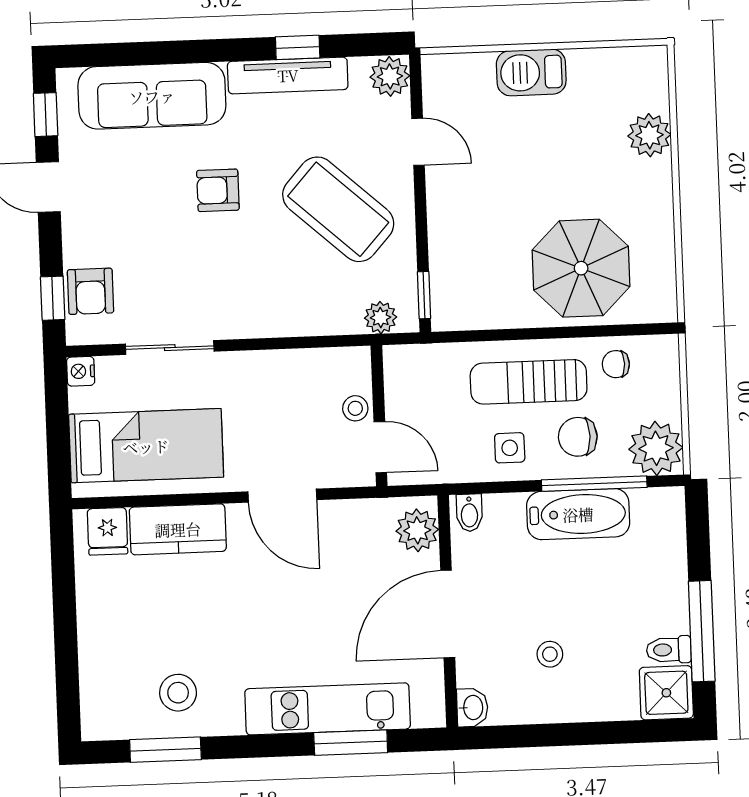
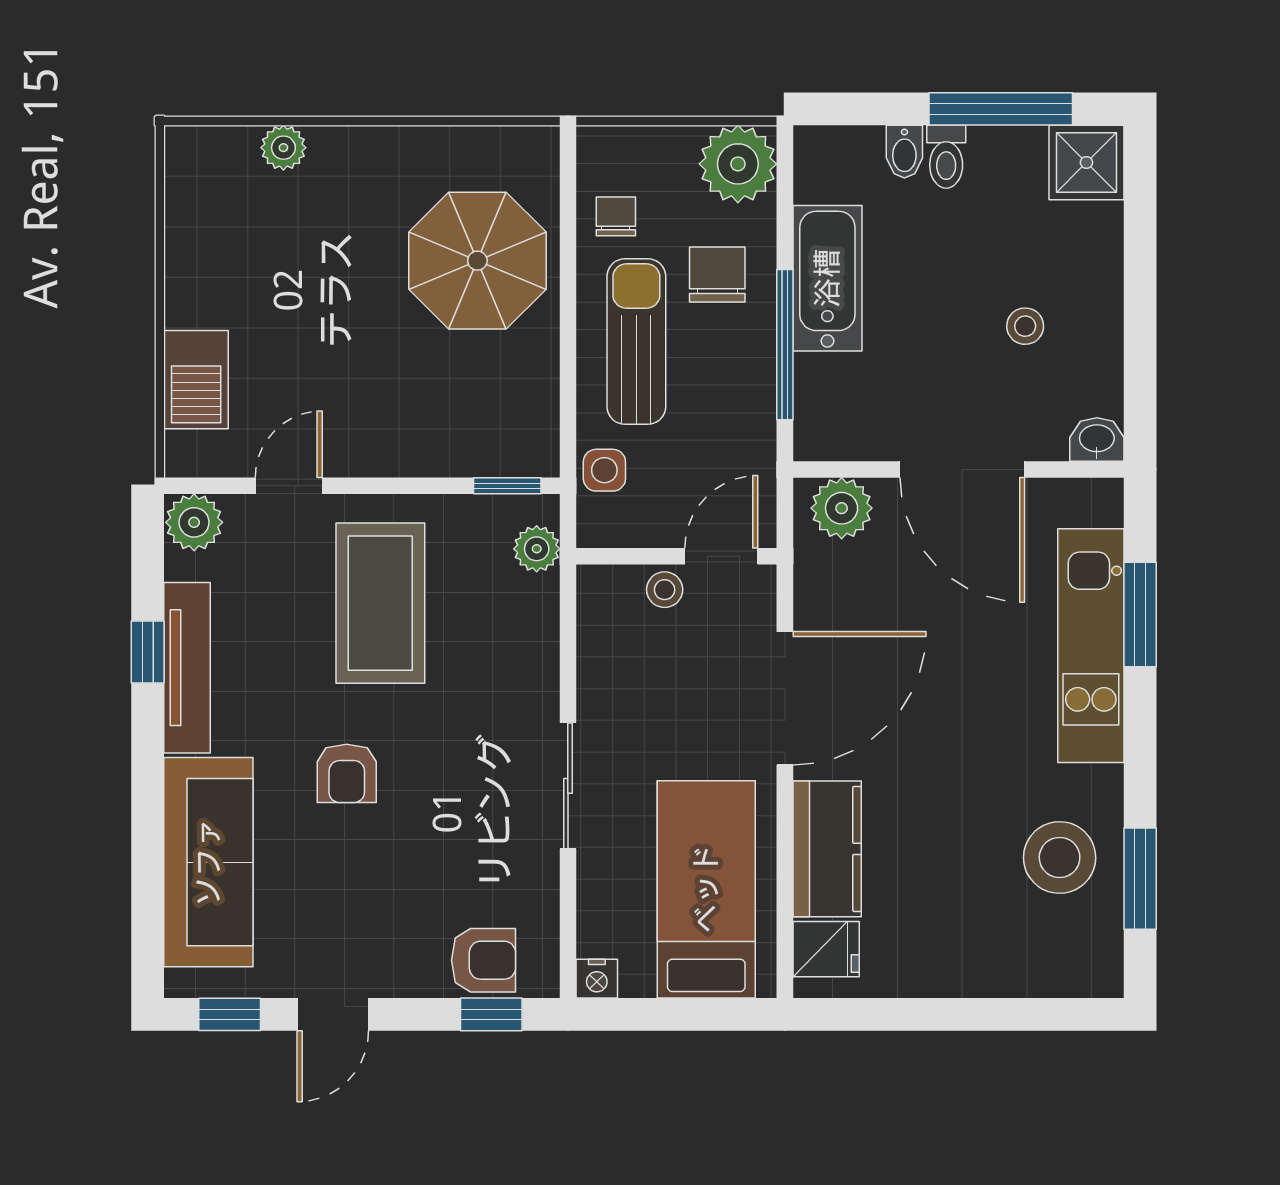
barbecue: (531, 72) -> (196, 380), moved
plant: (649, 135) -> (283, 148), width x0.73, depth x0.73
coffee table: (338, 209) -> (380, 603), turned -42
sliding door: (170, 348) -> (568, 786), moved
chair: (616, 364) -> (616, 216), turned 180
sun lounger: (529, 382) -> (636, 342), turned 180
chair: (578, 437) -> (717, 275), turned 180
side table: (510, 448) -> (604, 470), moved
window: (594, 484) -> (785, 345), moved
door: (282, 496) -> (785, 698), width x1.36
bidet: (469, 513) -> (904, 152), moved, turned 90
toilet: (669, 650) -> (946, 157), moved
stool: (178, 693) -> (1060, 857), width x1.38, depth x1.38

